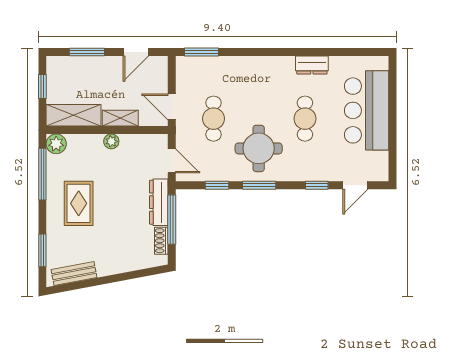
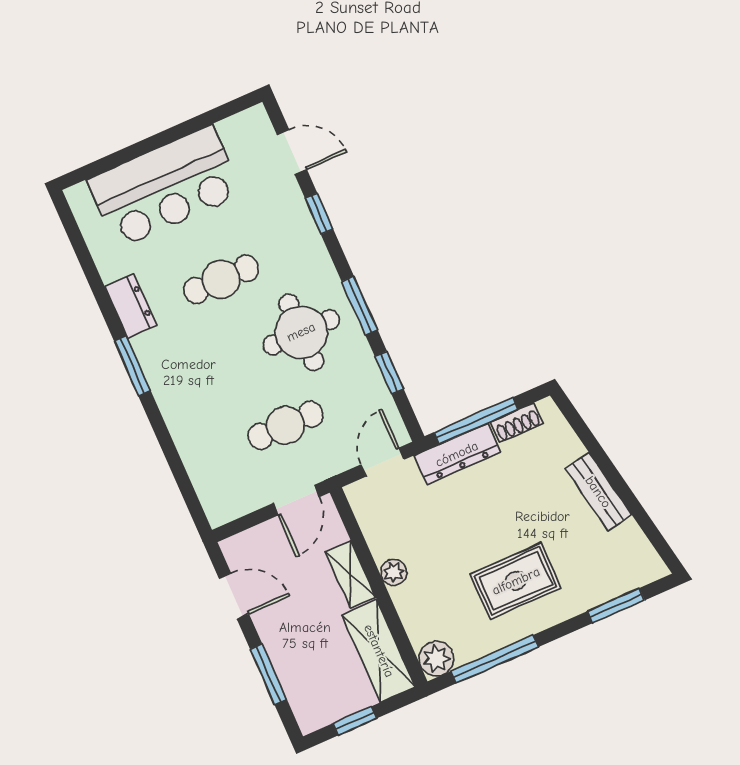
window: (201, 52) -> (132, 366), moved
bench: (74, 274) -> (598, 492), moved

